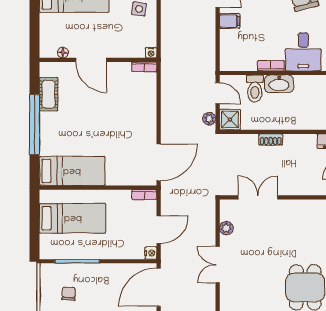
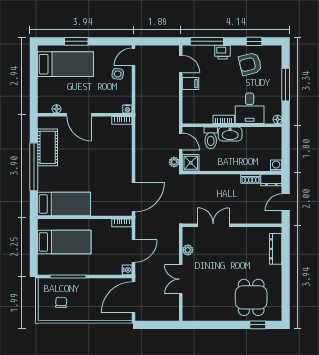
cot: (49, 94) -> (48, 147), width x1.37, depth x1.34
shoe rack: (271, 140) -> (250, 179), moved

